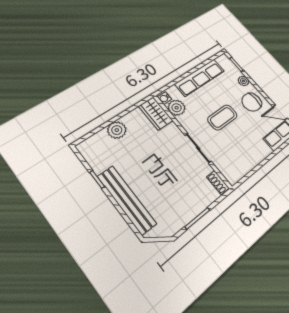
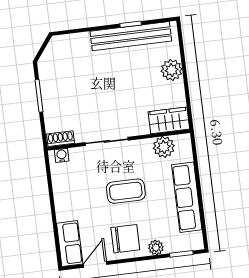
water cooler: (164, 98) -> (62, 155), moved
chair: (252, 102) -> (125, 239), turned 91
coffee table: (222, 117) -> (126, 191), turned 90
bench: (127, 200) -> (131, 36), moved

